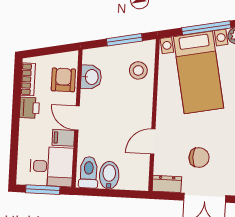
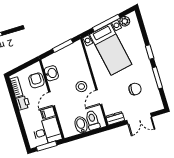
stool: (138, 70) -> (81, 87), moved
door: (77, 118) -> (52, 99), hinge flipped
chair: (199, 158) -> (135, 89), moved
toilet: (89, 172) -> (93, 120), moved

